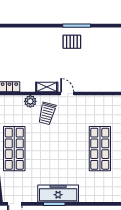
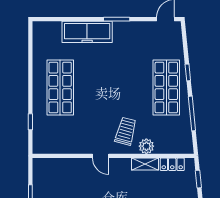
shelving: (47, 87) -> (145, 164), moved
freezer: (58, 194) -> (87, 32), moved

